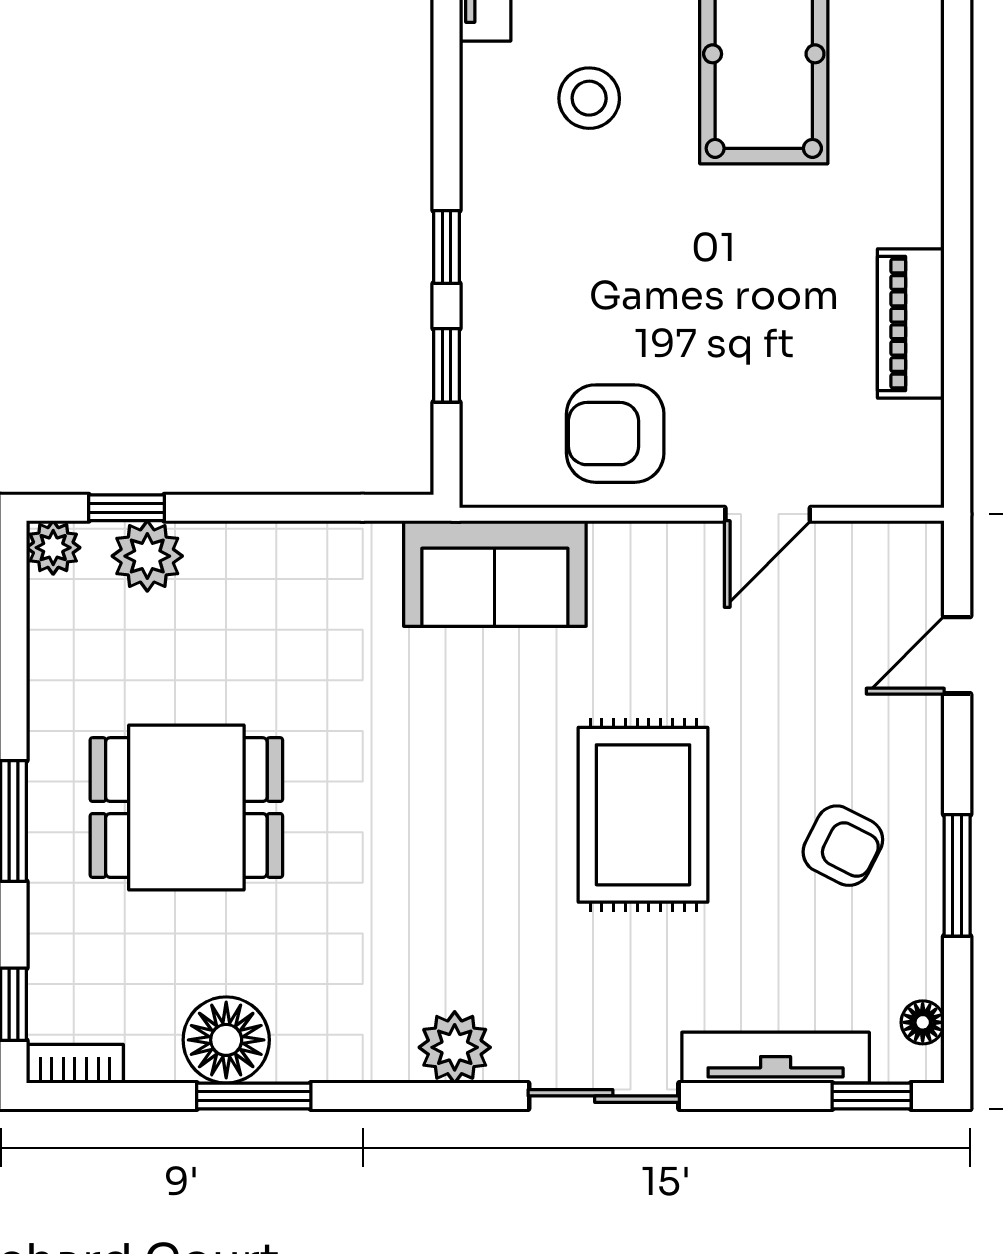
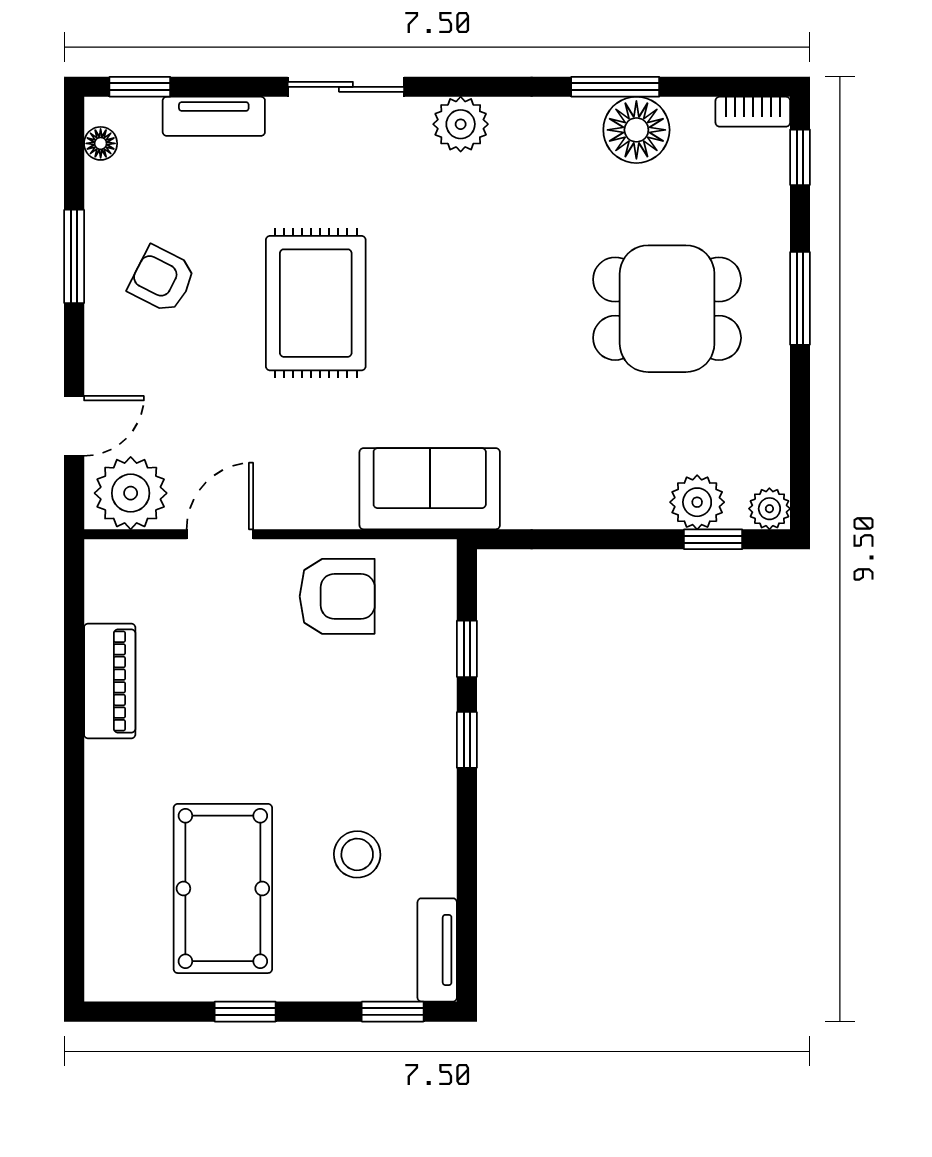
plant: (884, 568) -> (131, 493), added
tv unit: (776, 1058) -> (214, 116), width x0.71

